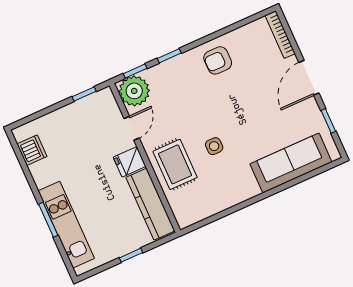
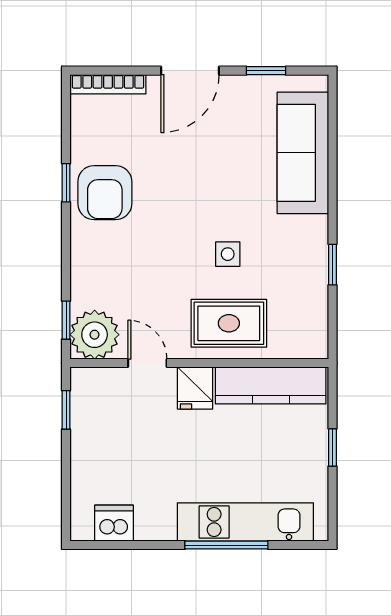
window: (169, 56) -> (66, 183), moved
armchair: (218, 60) -> (105, 193), width x1.38, depth x1.38
door: (309, 78) -> (190, 71), hinge flipped
window: (235, 208) -> (333, 265), added
window: (48, 220) -> (226, 545), width x1.44

